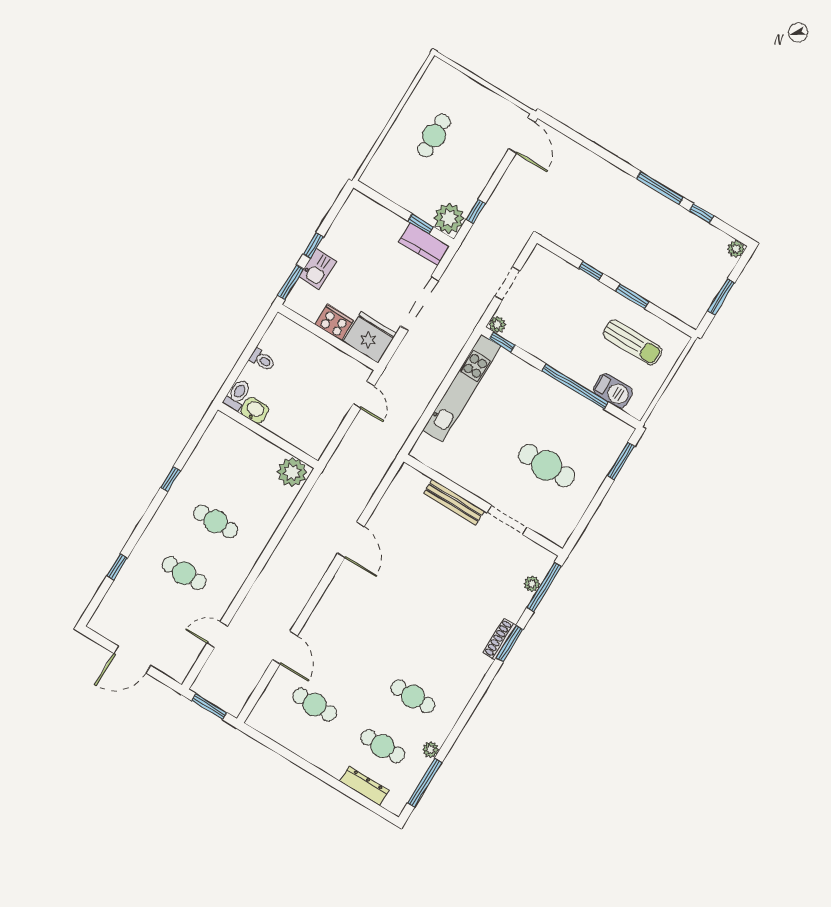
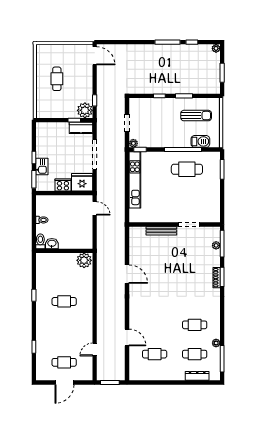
cafe table: (547, 465) -> (187, 169), moved
cafe table: (184, 573) -> (64, 362), moved

